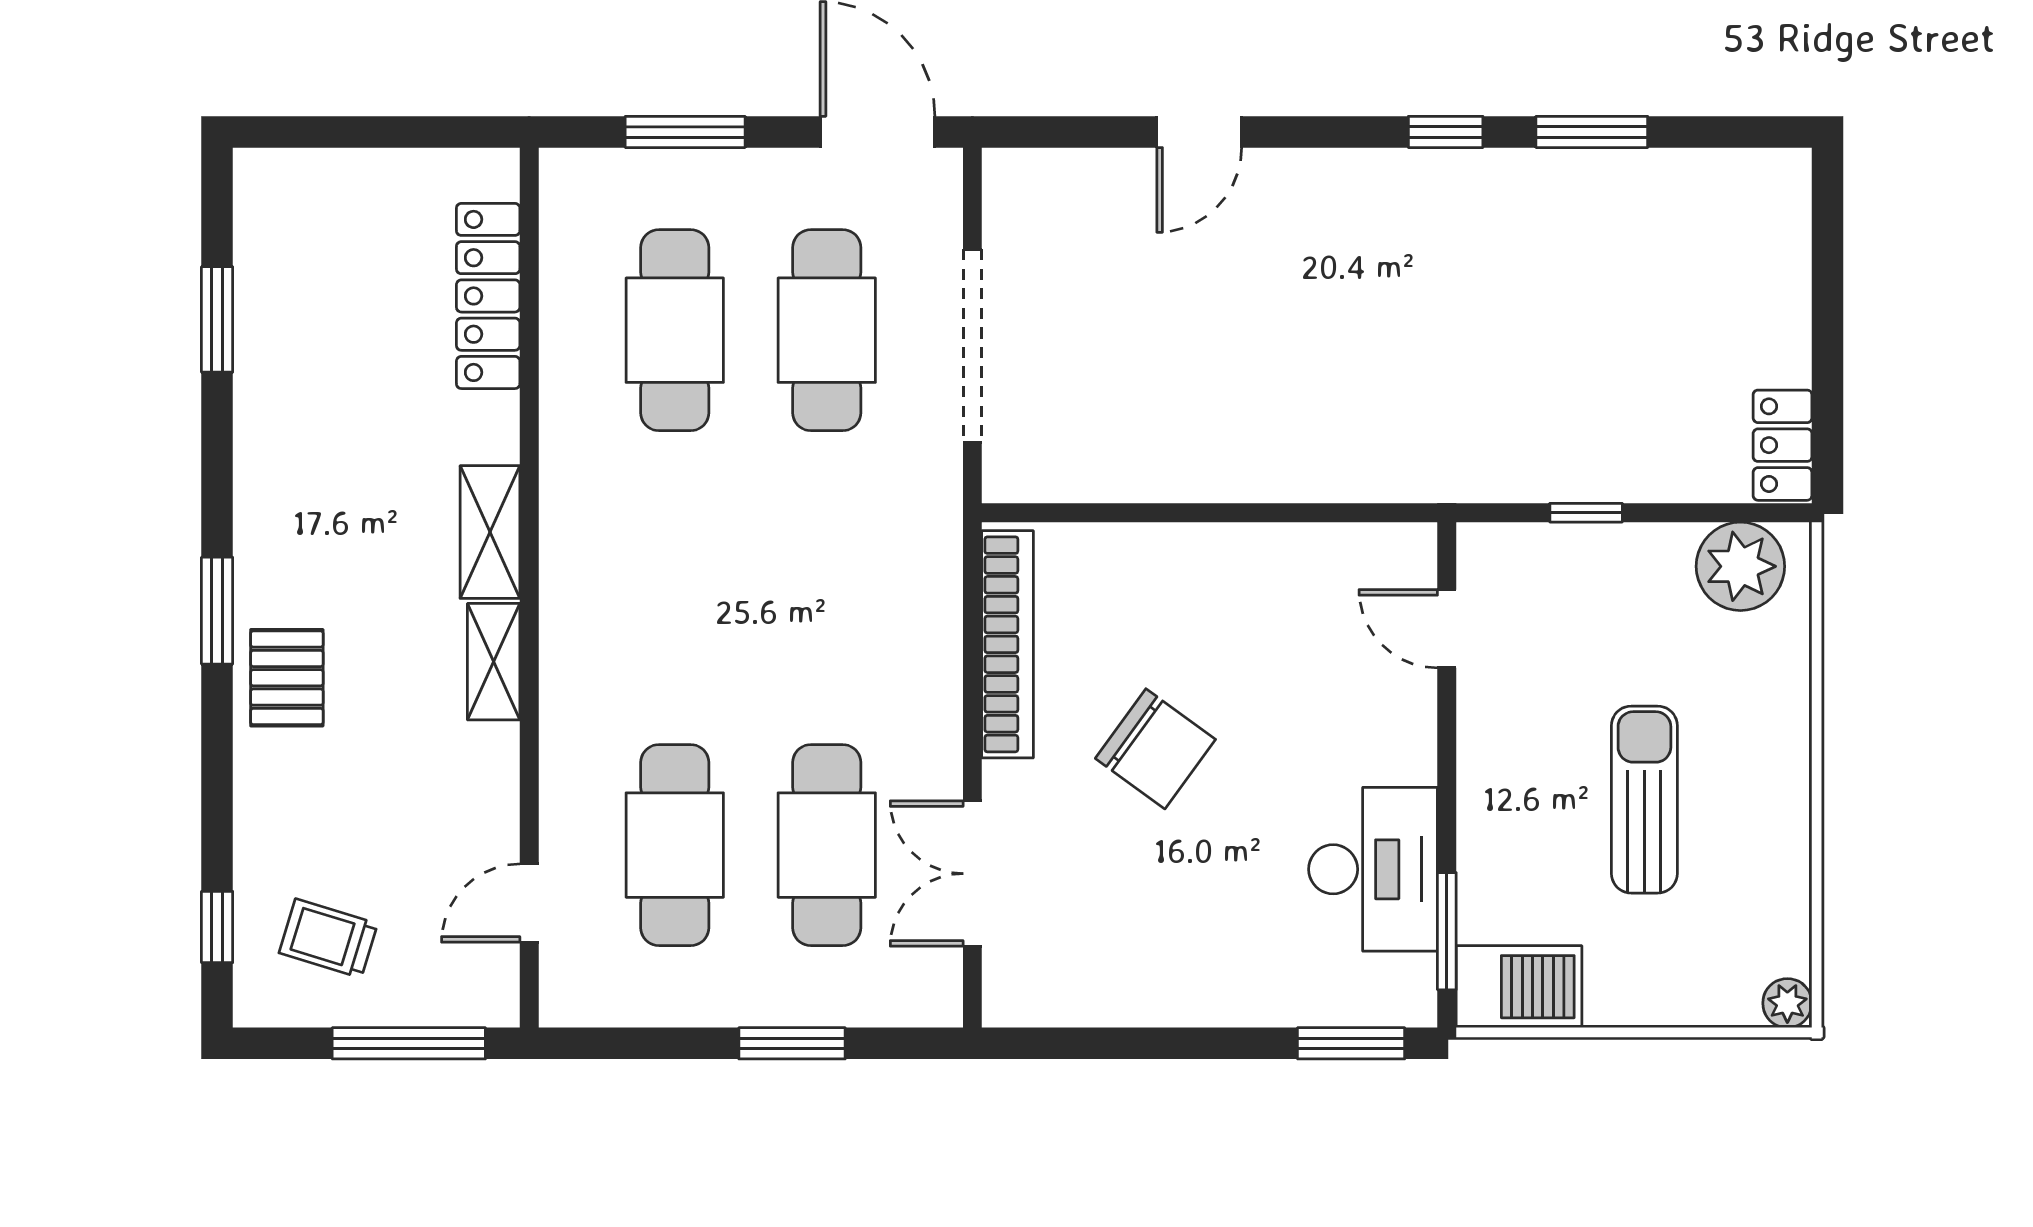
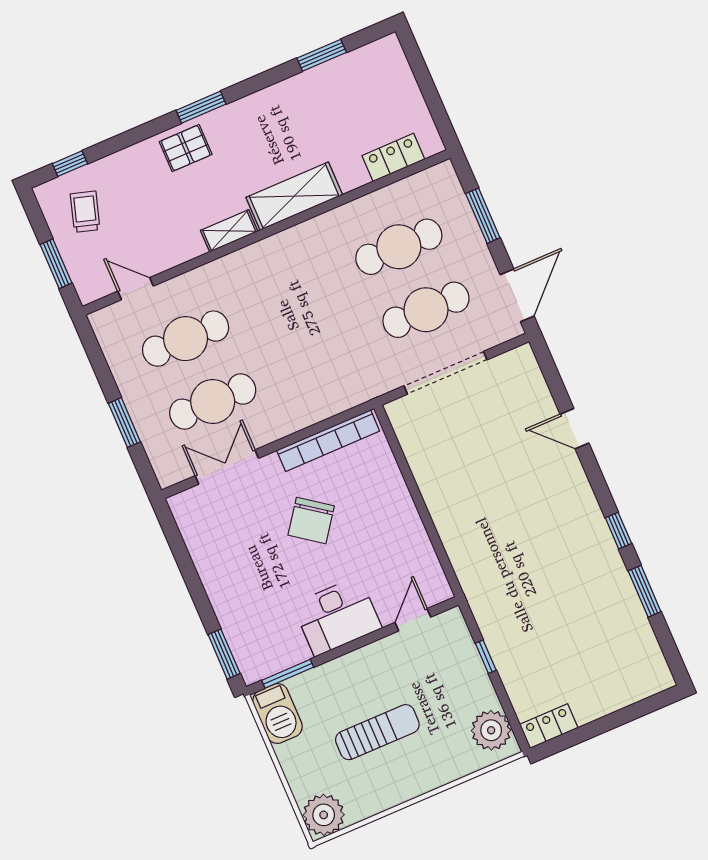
locker: (488, 296) -> (393, 157), width x0.66
shelving: (490, 532) -> (294, 196), width x1.50, depth x1.33
desk: (1373, 869) -> (337, 616), moved
plant: (1787, 1003) -> (324, 815), width x1.88, depth x1.88
window: (409, 1043) -> (56, 264), width x0.69

